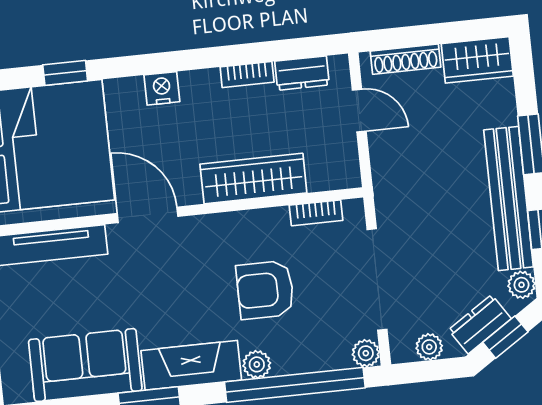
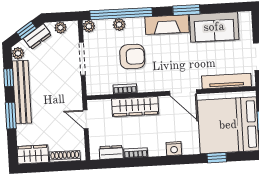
door: (359, 111) -> (86, 119), moved
bookcase: (316, 213) -> (125, 89), moved
doorway: (377, 279) -> (82, 59), width x0.73
plant: (257, 364) -> (119, 25), moved

